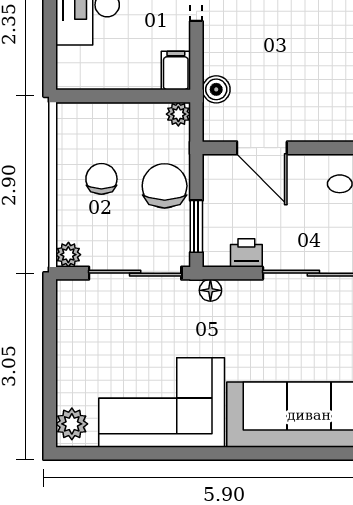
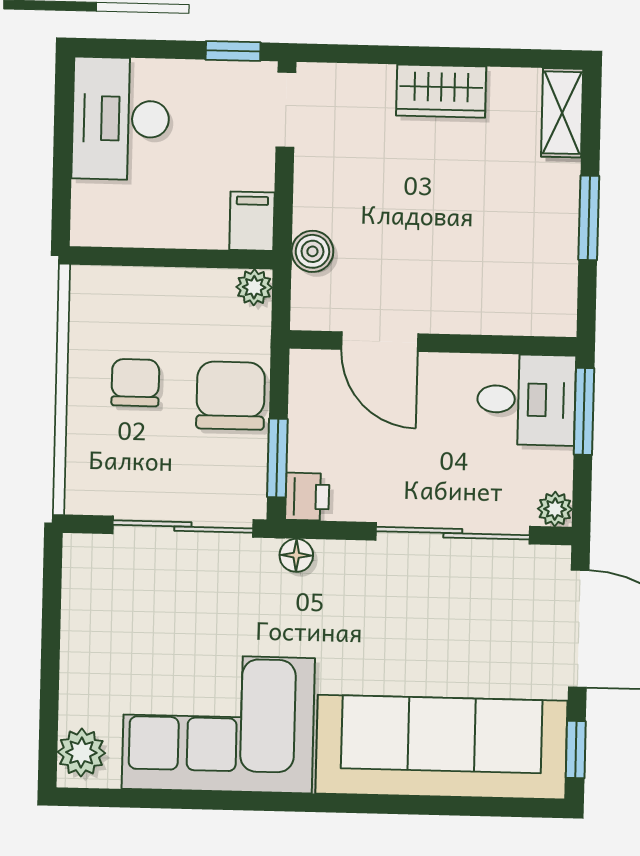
printer: (246, 253) -> (307, 497), moved, turned 90
plant: (68, 255) -> (82, 496), removed

